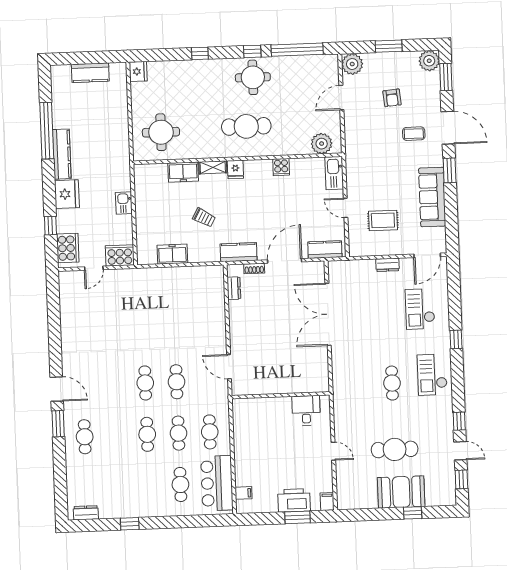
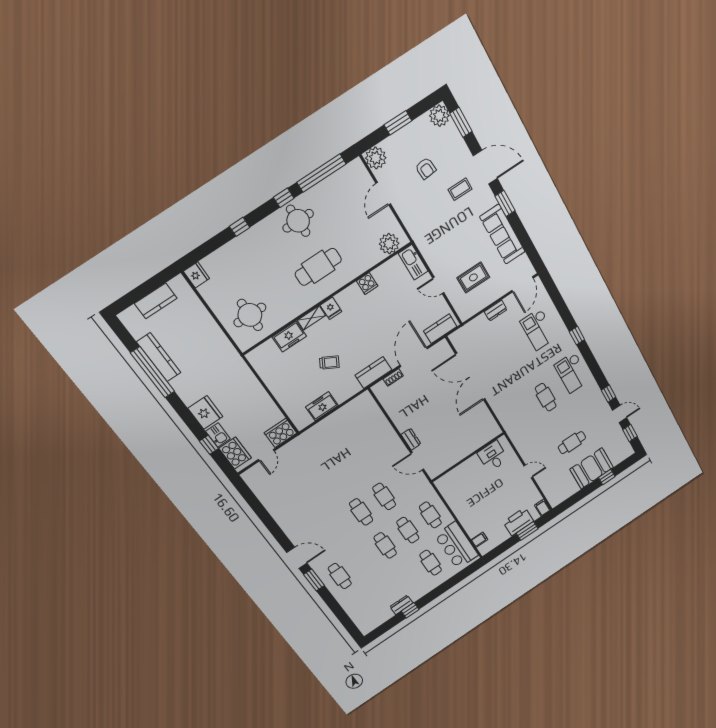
kitchen counter: (62, 154) -> (159, 357), moved
kitchen sink: (124, 203) -> (218, 435), moved, turned 180
dresser: (234, 288) -> (411, 439), moved
cafe table: (395, 449) -> (572, 443), width x0.73, depth x0.74
dresser: (86, 513) -> (401, 605), moved

